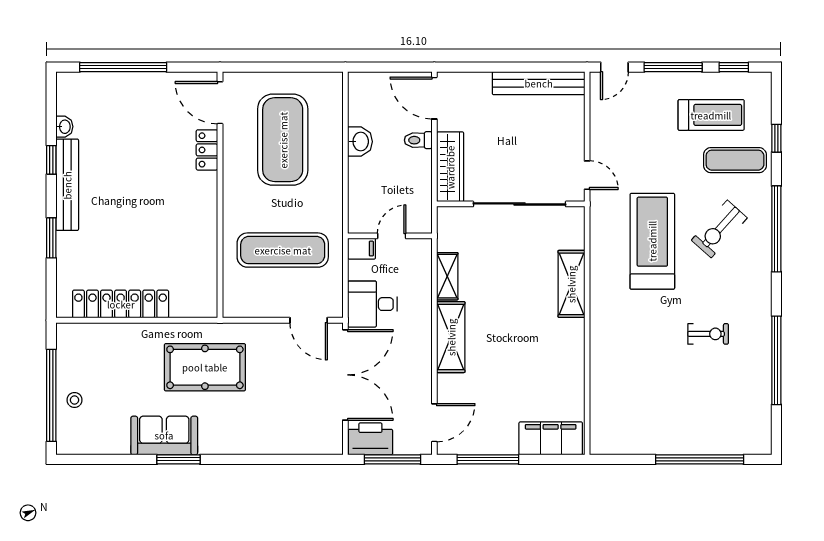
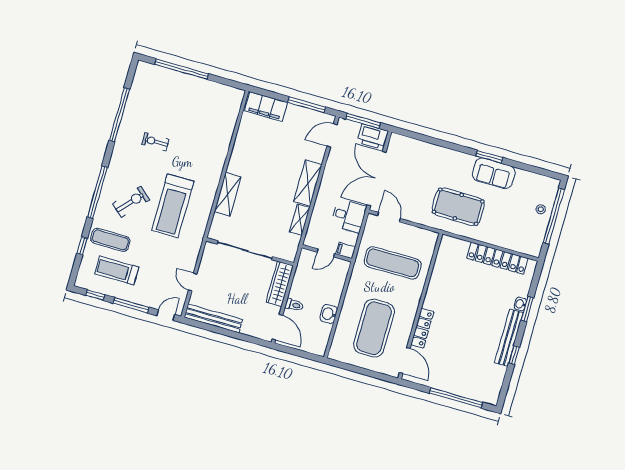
washbasin: (64, 127) -> (520, 304), moved
locker: (207, 150) -> (422, 328), width x1.53
door: (587, 175) -> (193, 282), moved

